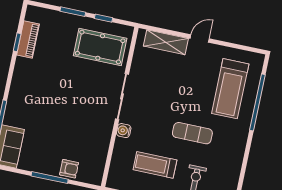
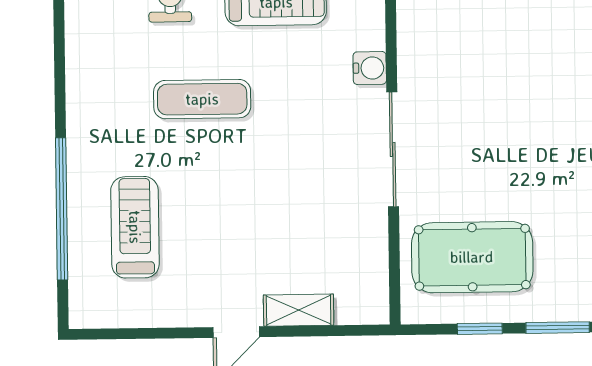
shelving: (166, 42) -> (299, 310), width x0.67, depth x0.75
treadmill: (230, 89) -> (135, 227), width x0.73, depth x0.73

